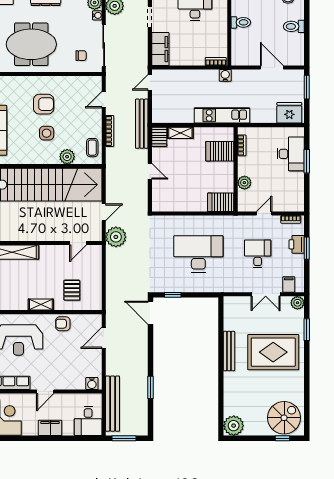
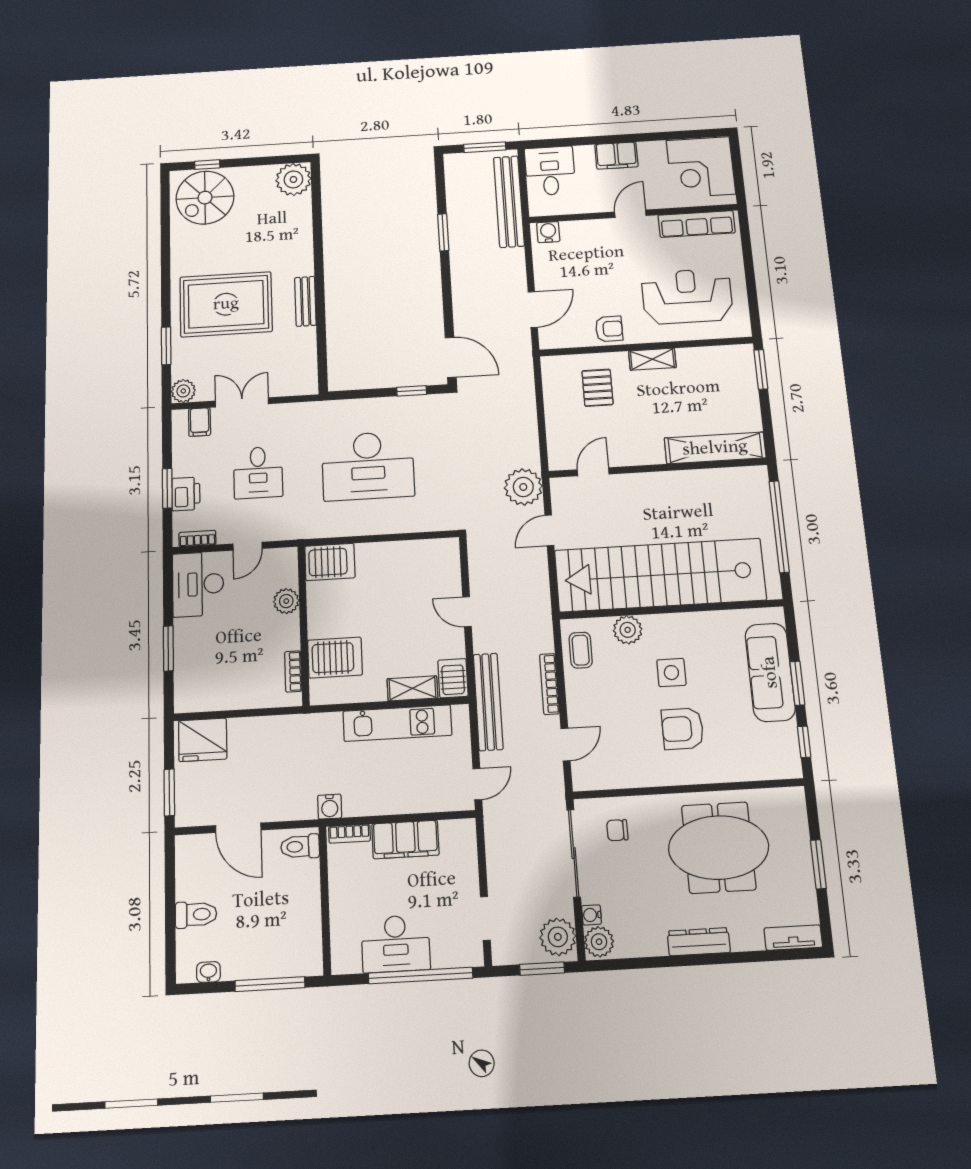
toilet: (241, 22) -> (300, 847), moved
filing cabinet: (160, 49) -> (405, 839), moved, turned -90
kitchen unit: (222, 115) -> (397, 723), moved
desk: (291, 154) -> (198, 584), moved
bench: (229, 351) -> (305, 301), width x0.73

